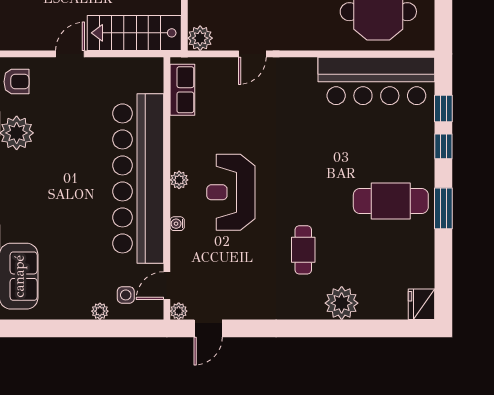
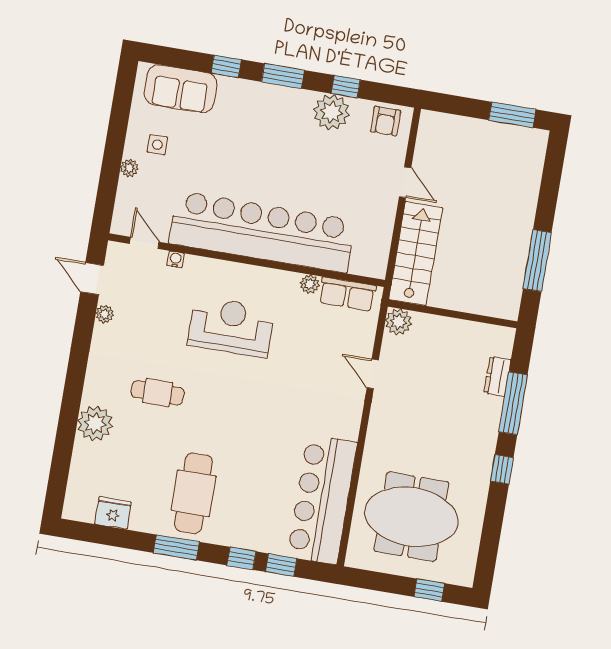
plant: (179, 180) -> (310, 284), moved
water cooler: (177, 224) -> (176, 259), moved
side table: (126, 295) -> (157, 145), moved
fridge: (422, 304) -> (113, 513), moved
plant: (179, 311) -> (105, 314), moved

